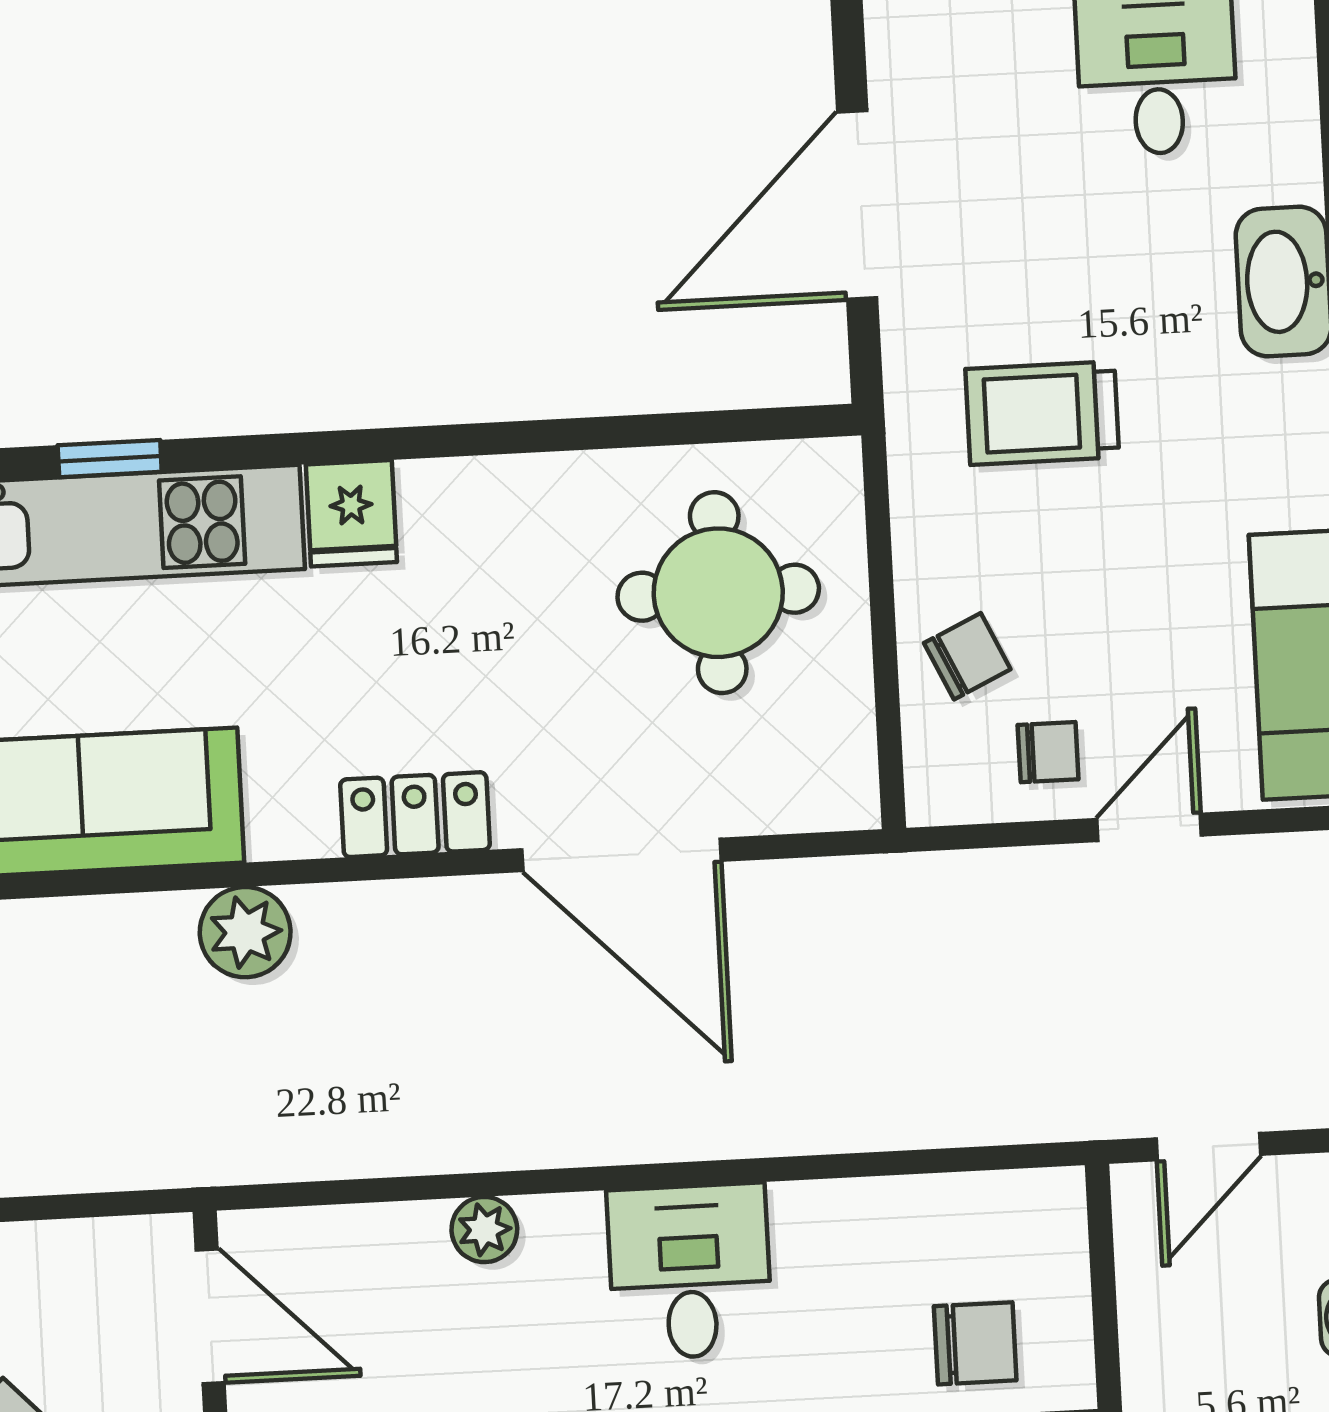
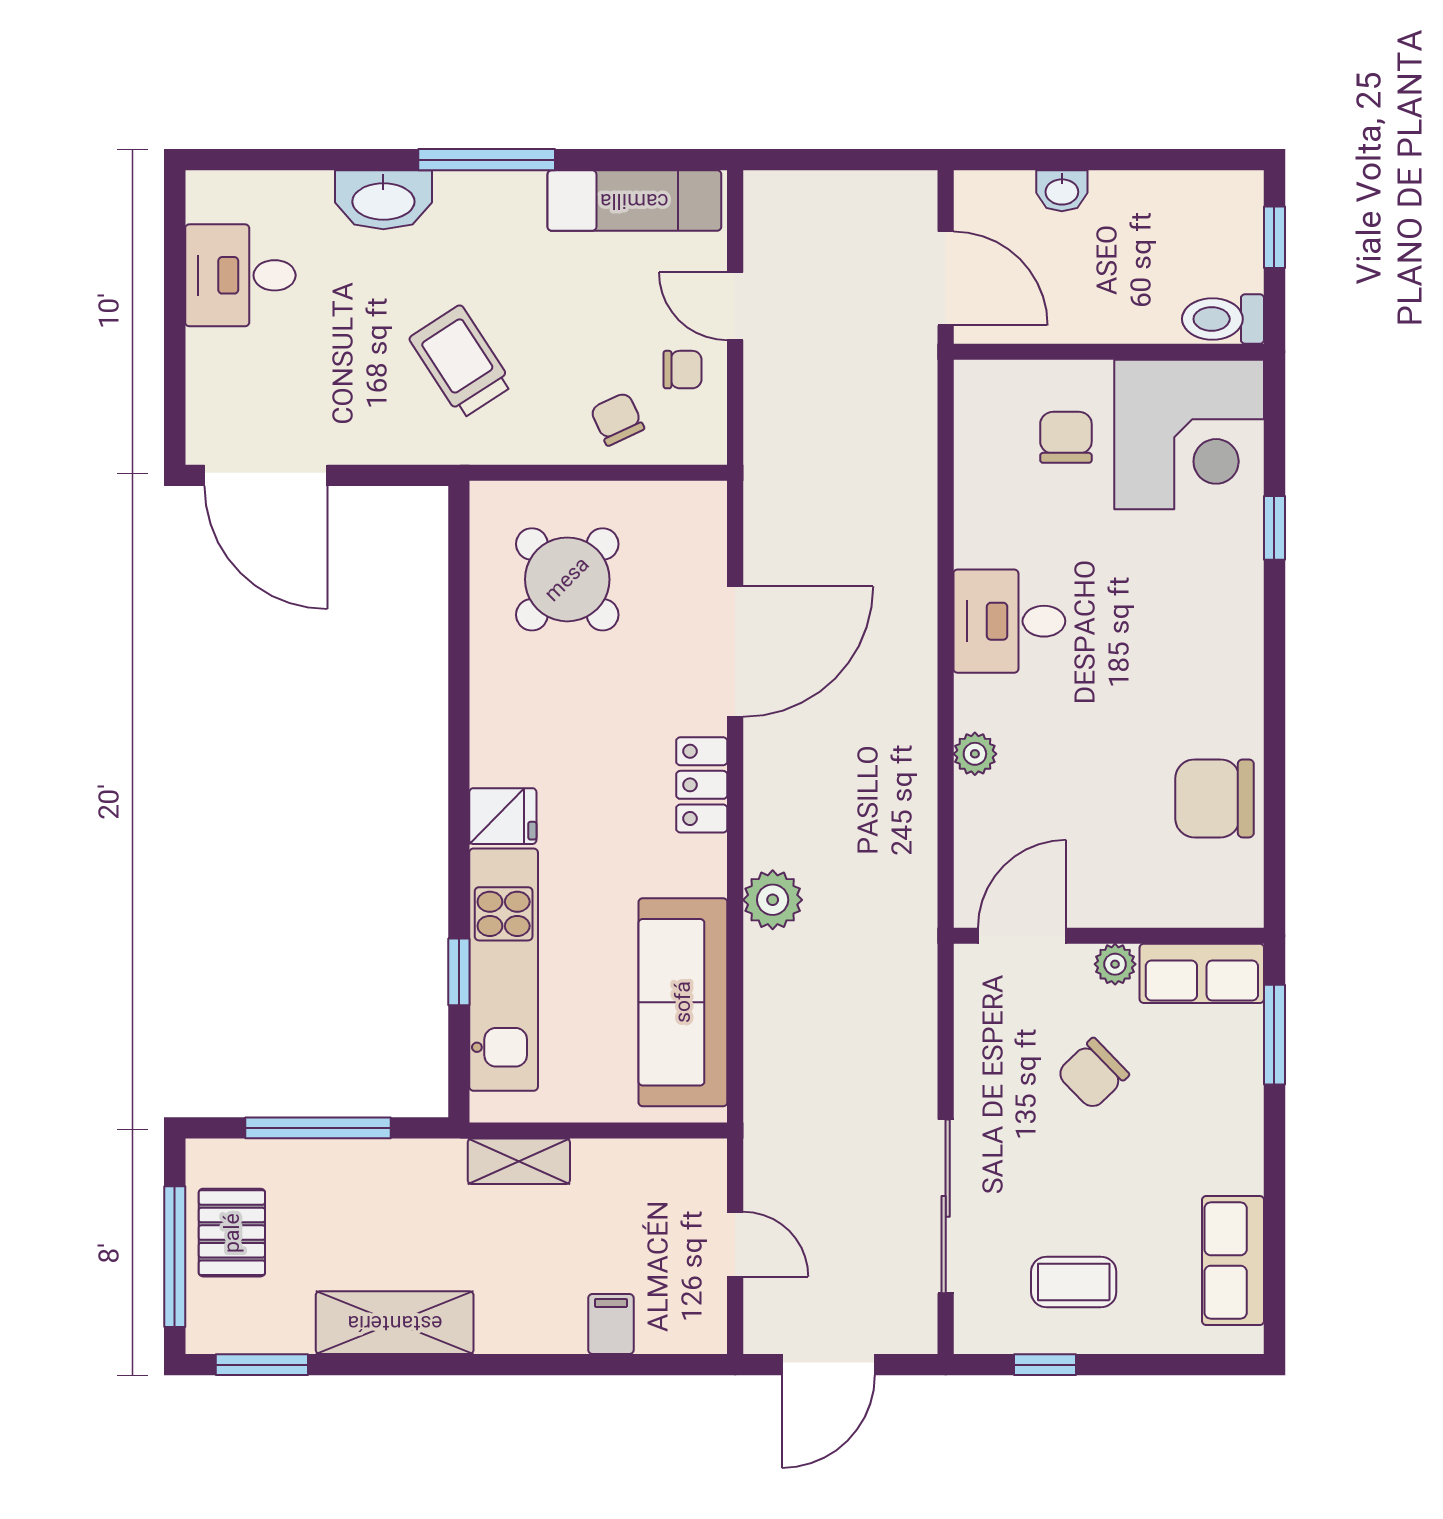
door: (857, 205) -> (266, 475), moved
trolley: (1042, 413) -> (461, 362), turned 147
round table: (718, 593) -> (567, 579), turned 45
chair: (1048, 752) -> (683, 370), turned 90
door: (1208, 1147) -> (946, 278), width x1.38

